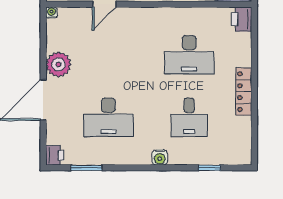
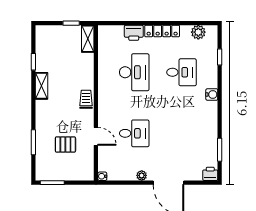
printer: (242, 19) -> (134, 33), moved
plant: (58, 64) -> (142, 175), width x0.53, depth x0.53
desk: (108, 117) -> (134, 133), moved, width x0.73
plant: (242, 140) -> (198, 32), added

